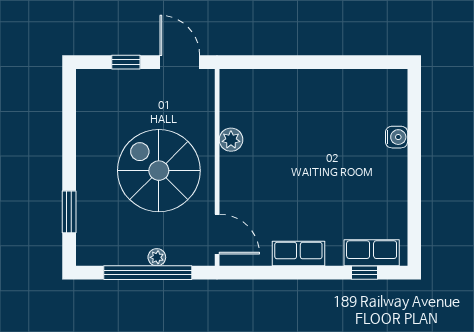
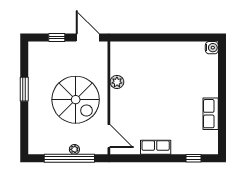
water cooler: (397, 137) -> (212, 48), moved
spiral stairs: (159, 171) -> (76, 100), turned 180
window: (69, 212) -> (24, 89), moved
row of seats: (372, 253) -> (211, 114), moved, turned -90

